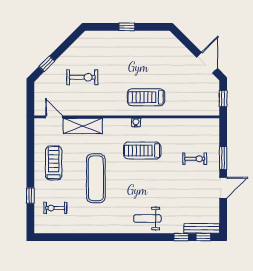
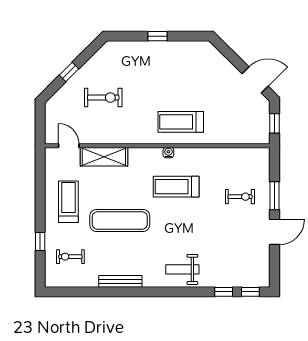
door: (207, 63) -> (255, 80), hinge flipped
window: (47, 64) -> (69, 72), moved
exercise mat: (96, 178) -> (120, 220), turned 90
bench: (202, 228) -> (120, 281), moved

